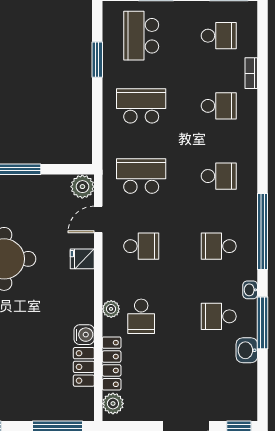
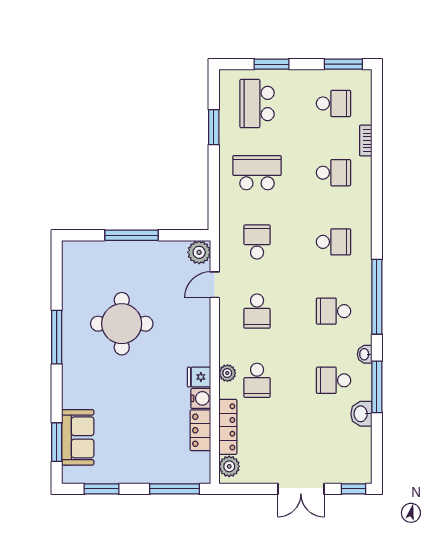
school desk: (141, 176) -> (257, 242), width x0.54
school desk: (141, 246) -> (257, 311), turned 90
fridge: (82, 259) -> (199, 377), moved

